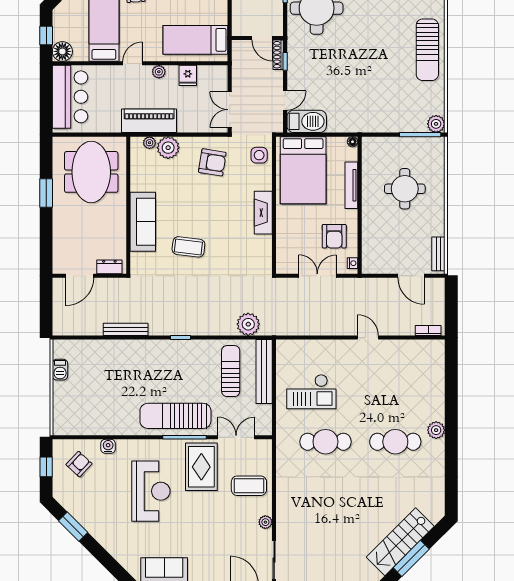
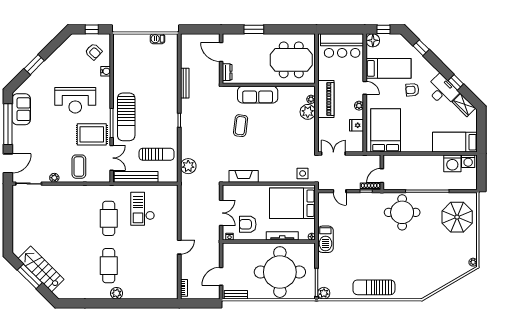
bed: (195, 40) -> (386, 130), width x1.50
barbecue: (307, 121) -> (325, 239), moved
armchair: (212, 162) -> (298, 142), removed
round table: (405, 189) -> (280, 272), width x1.86, depth x1.86
window: (46, 193) -> (254, 29), moved
fireplace: (263, 213) -> (244, 176), moved
bench: (264, 372) -> (136, 177), moved
sun lounger: (175, 416) -> (126, 117), turned 180
window: (73, 527) -> (34, 65), moved

